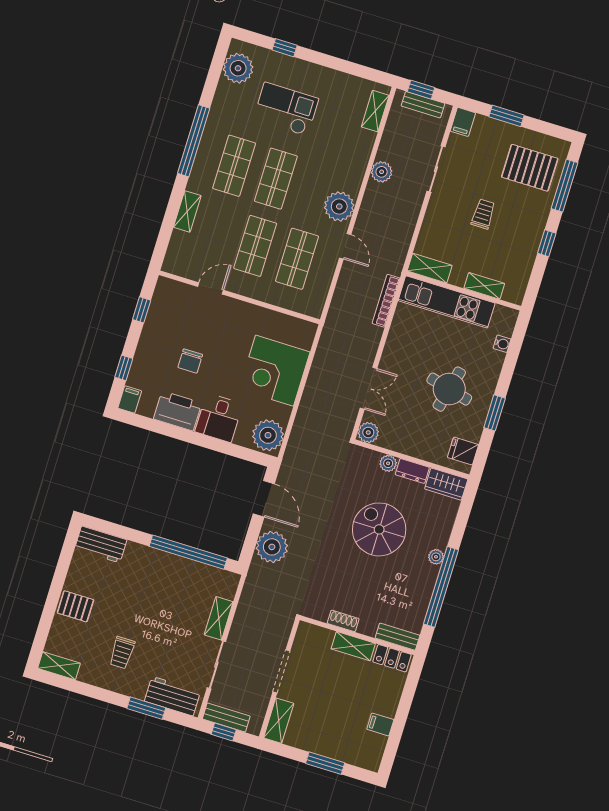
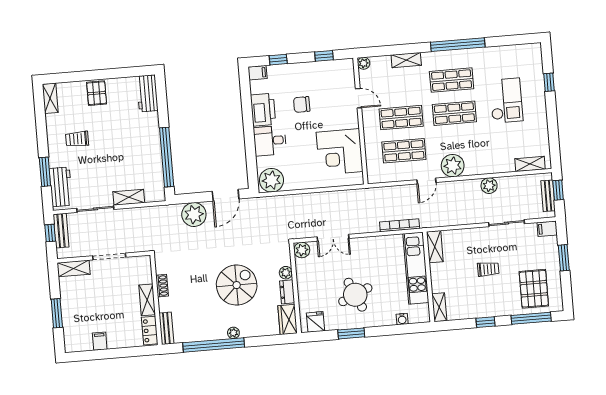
plant: (238, 68) -> (364, 63), moved, width x0.53, depth x0.53
shelving: (484, 286) -> (439, 307), moved
corner desk: (274, 371) -> (339, 152), moved, turned -90
round table: (449, 389) -> (355, 295), turned -38

